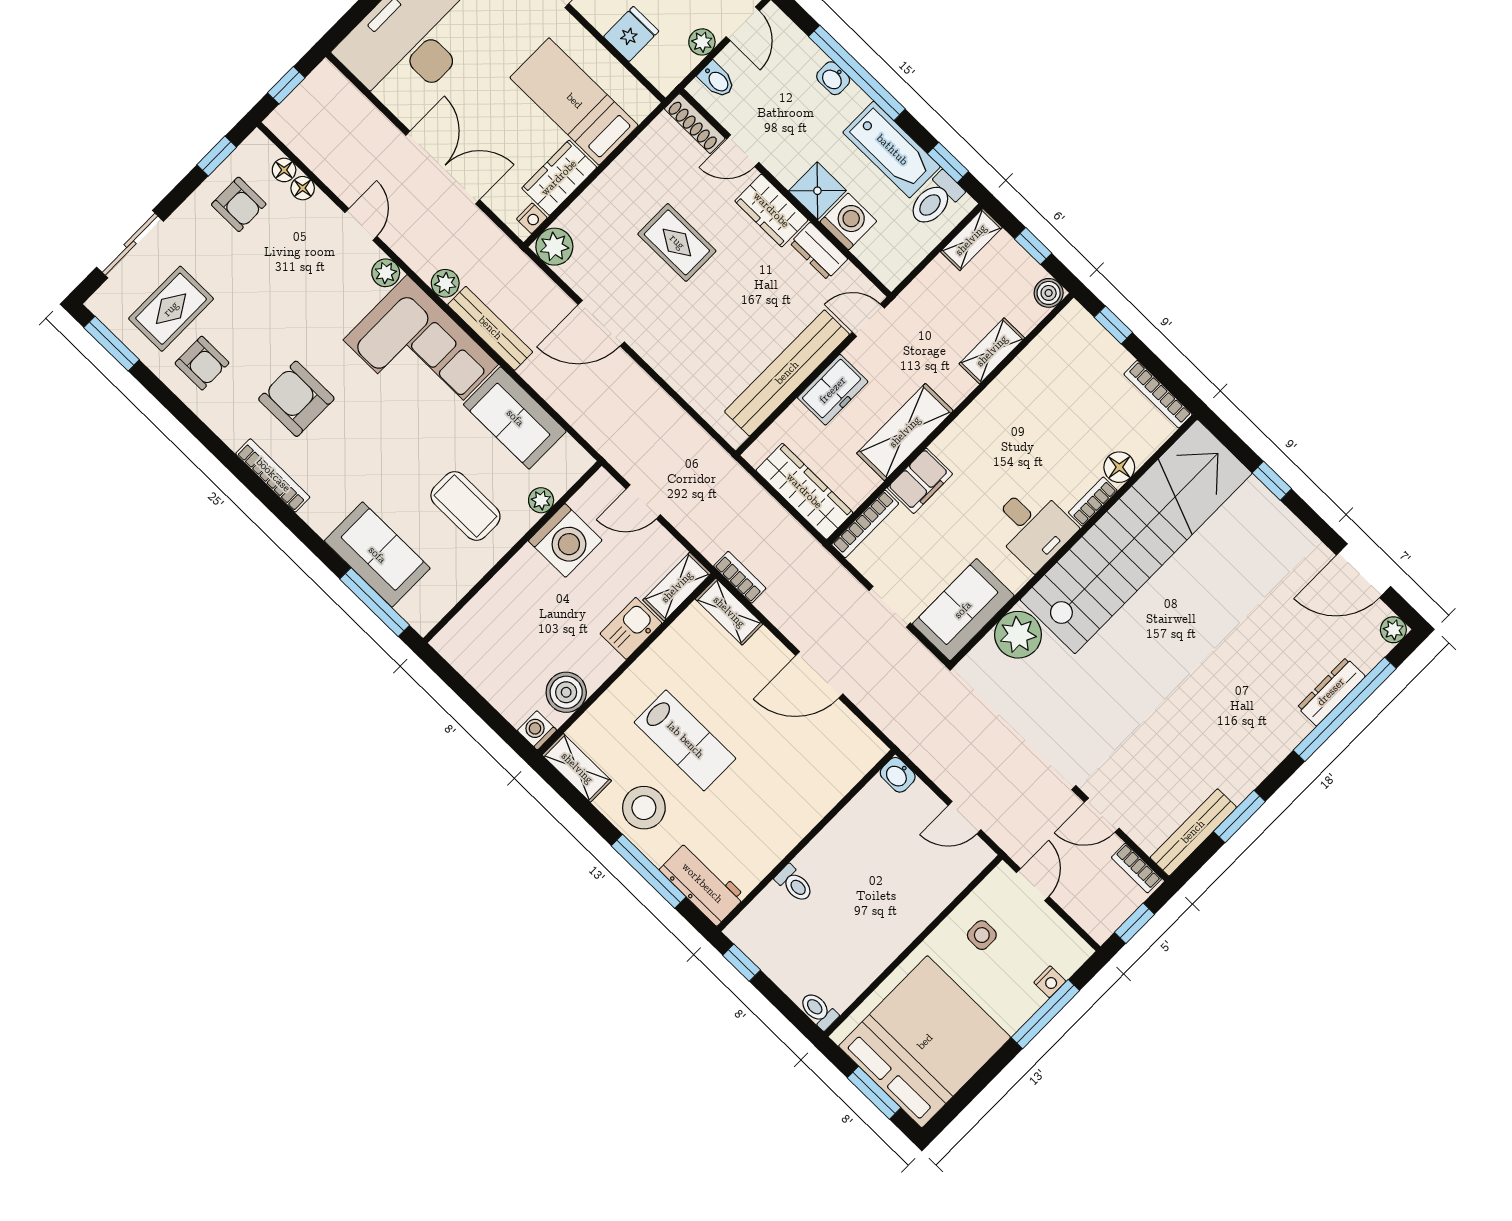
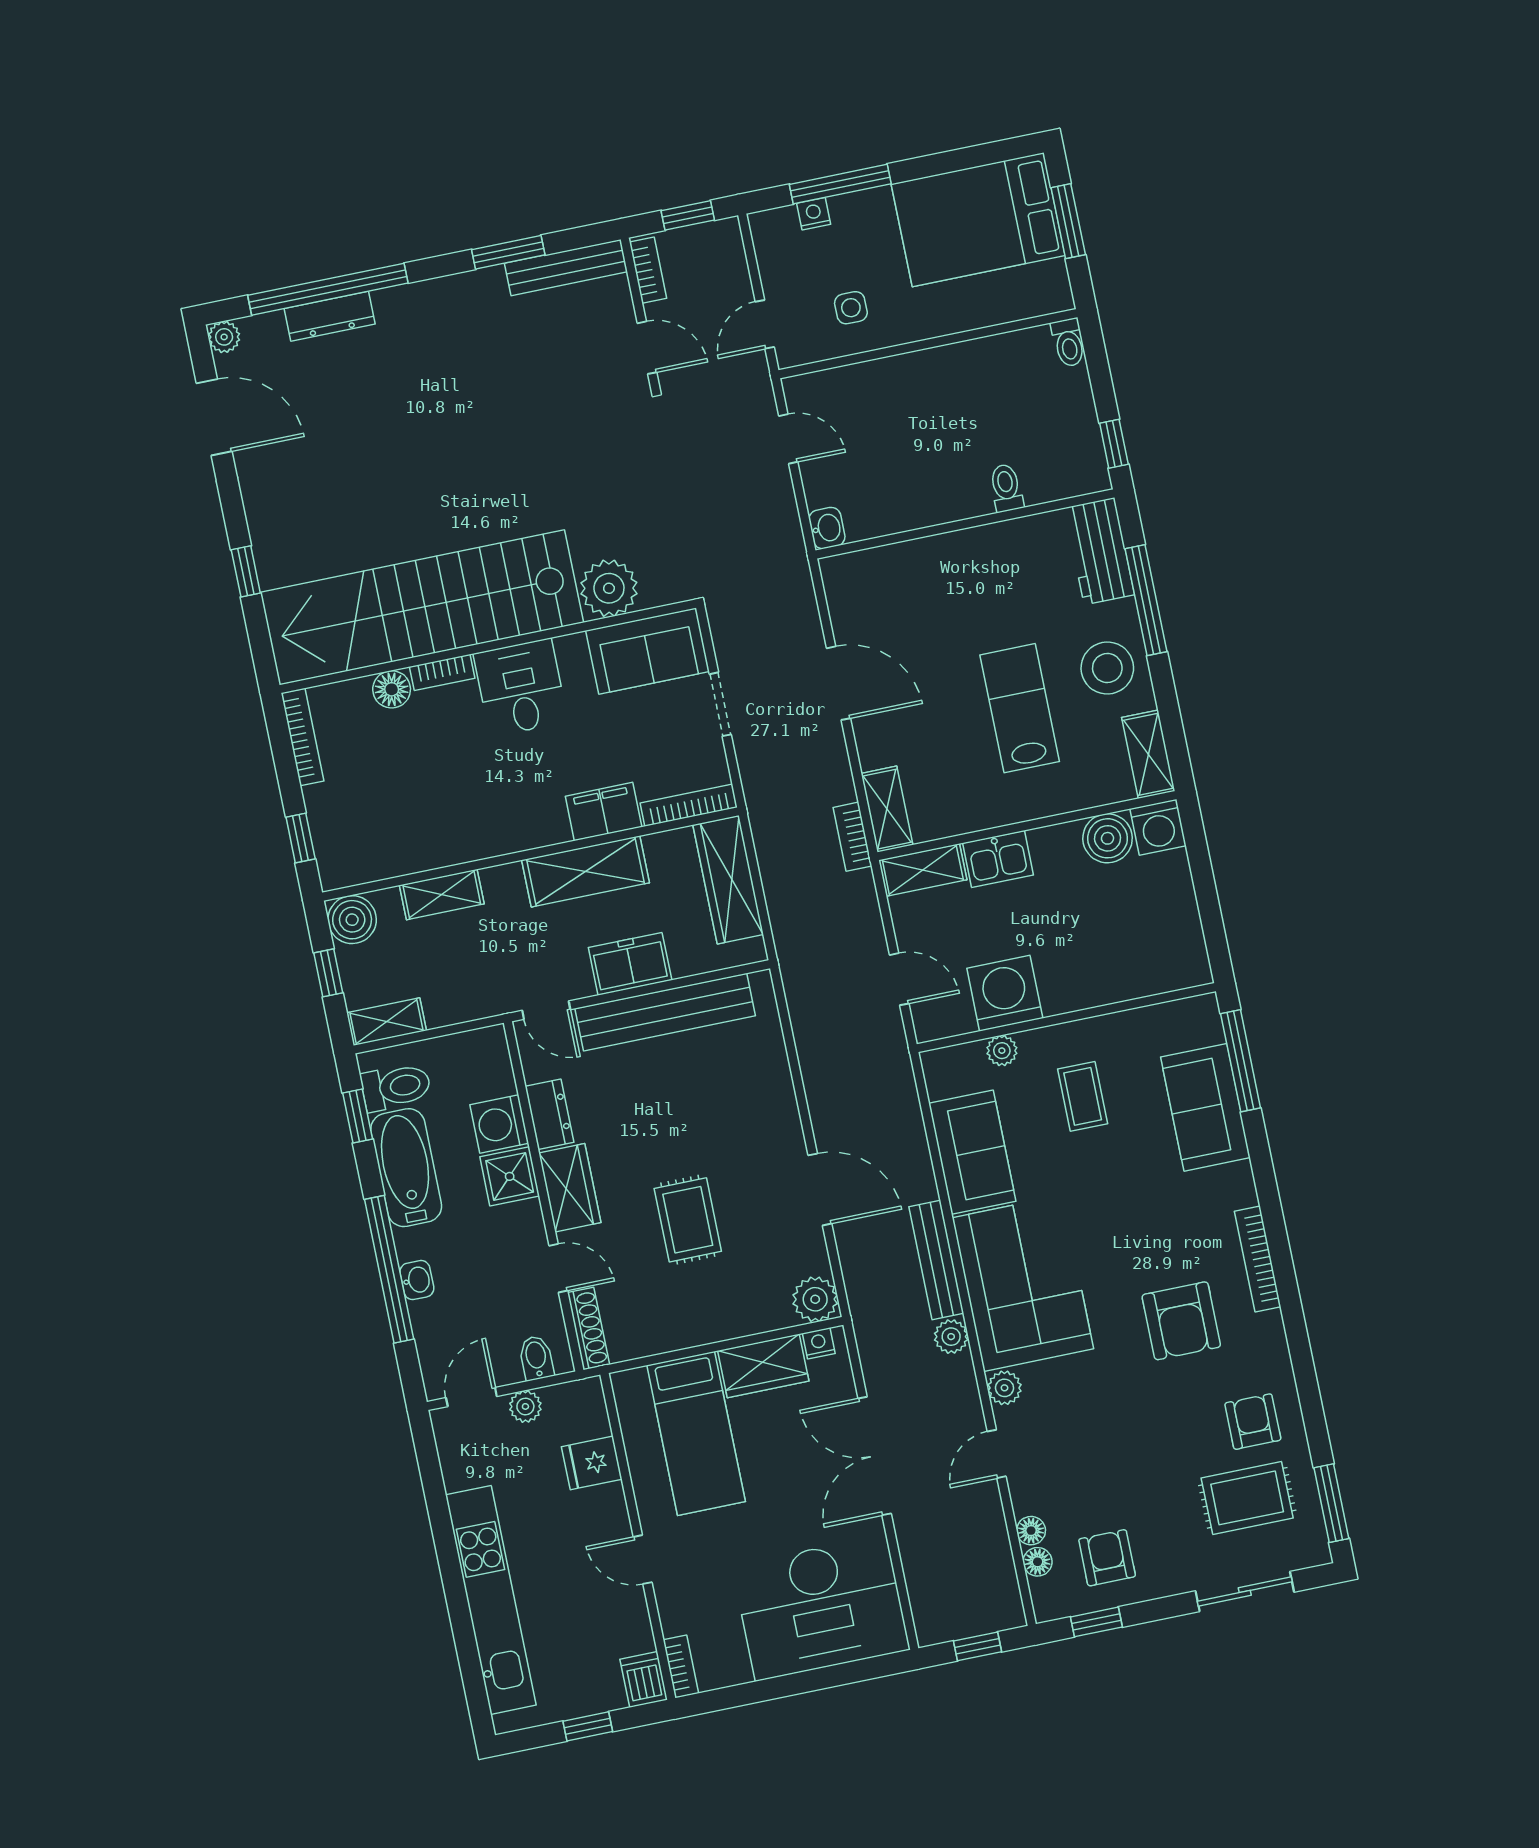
boiler: (1049, 293) -> (352, 920), width x1.36, depth x1.36
coffee table: (465, 506) -> (1083, 1096), width x0.73, depth x0.77
washing machine: (537, 730) -> (1158, 827), width x1.38, depth x1.38
bed: (925, 1042) -> (978, 220), width x0.73

